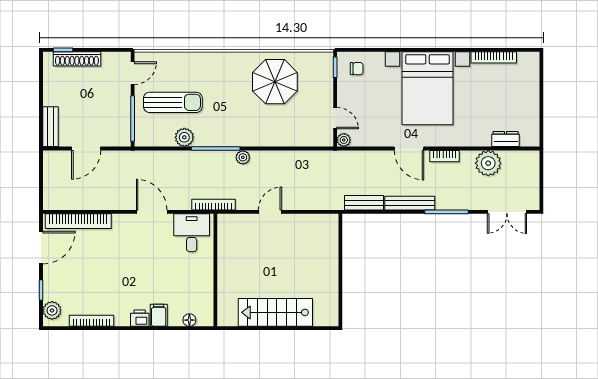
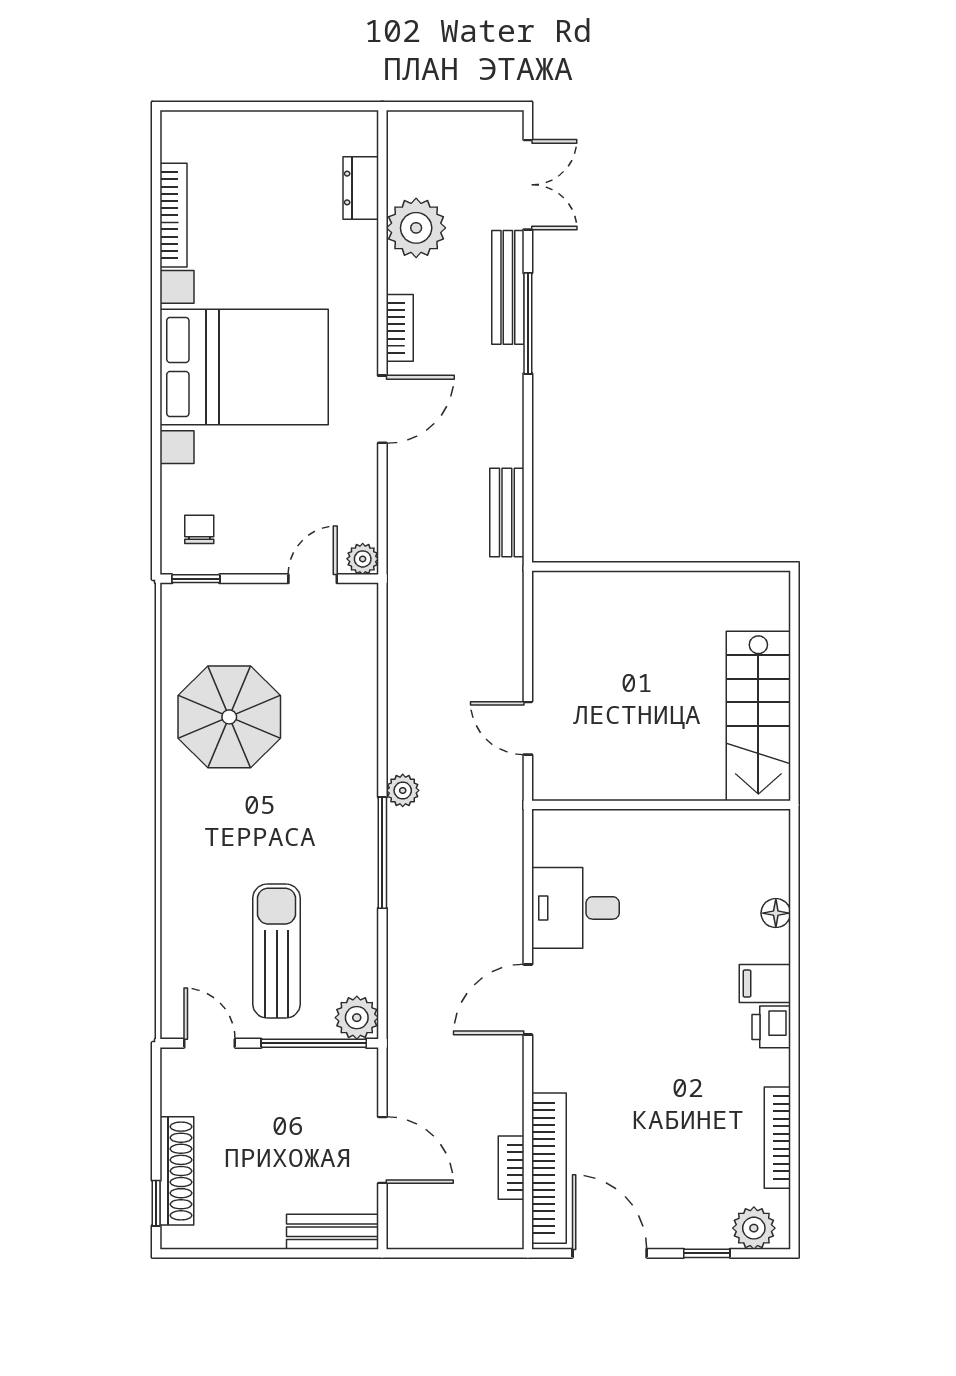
plant: (184, 137) -> (357, 1018), moved
bench: (410, 203) -> (508, 287), moved
bookcase: (214, 205) -> (511, 1168), moved, width x0.64
wall: (215, 270) -> (661, 805), moved

